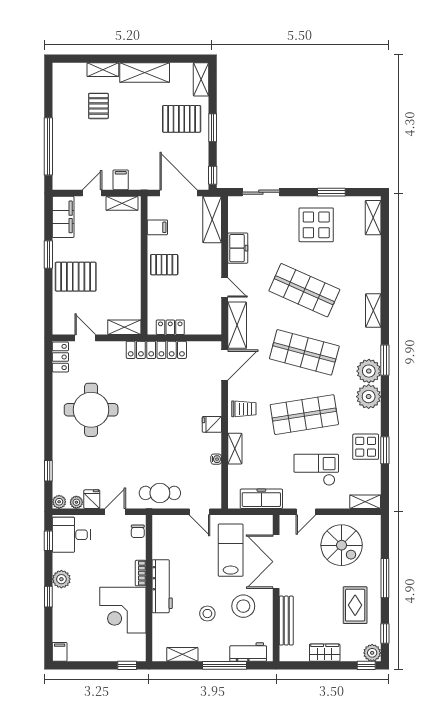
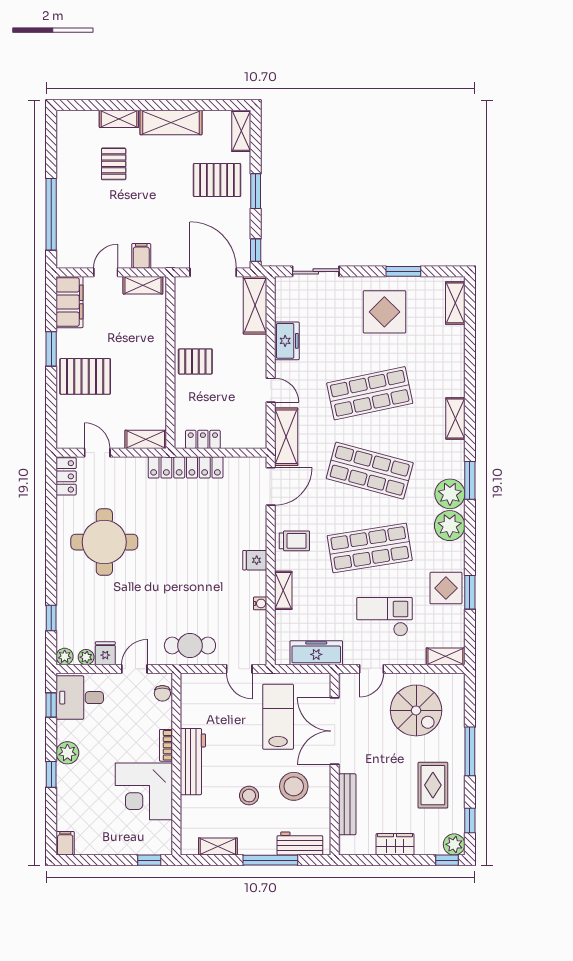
filing cabinet: (157, 227) -> (187, 315), removed
shop shelf: (304, 290) -> (370, 393), turned -36

